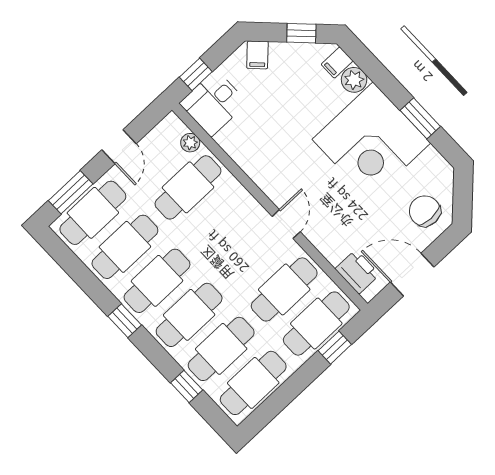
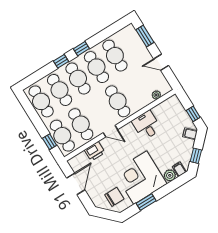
window: (196, 74) -> (193, 114), moved
desk: (213, 103) -> (147, 125), moved
cafe table: (188, 187) -> (118, 101), moved
chair: (425, 211) -> (114, 197), moved
cafe table: (93, 213) -> (133, 44), removed
printer: (357, 272) -> (95, 151), moved
window: (187, 386) -> (61, 61), moved

